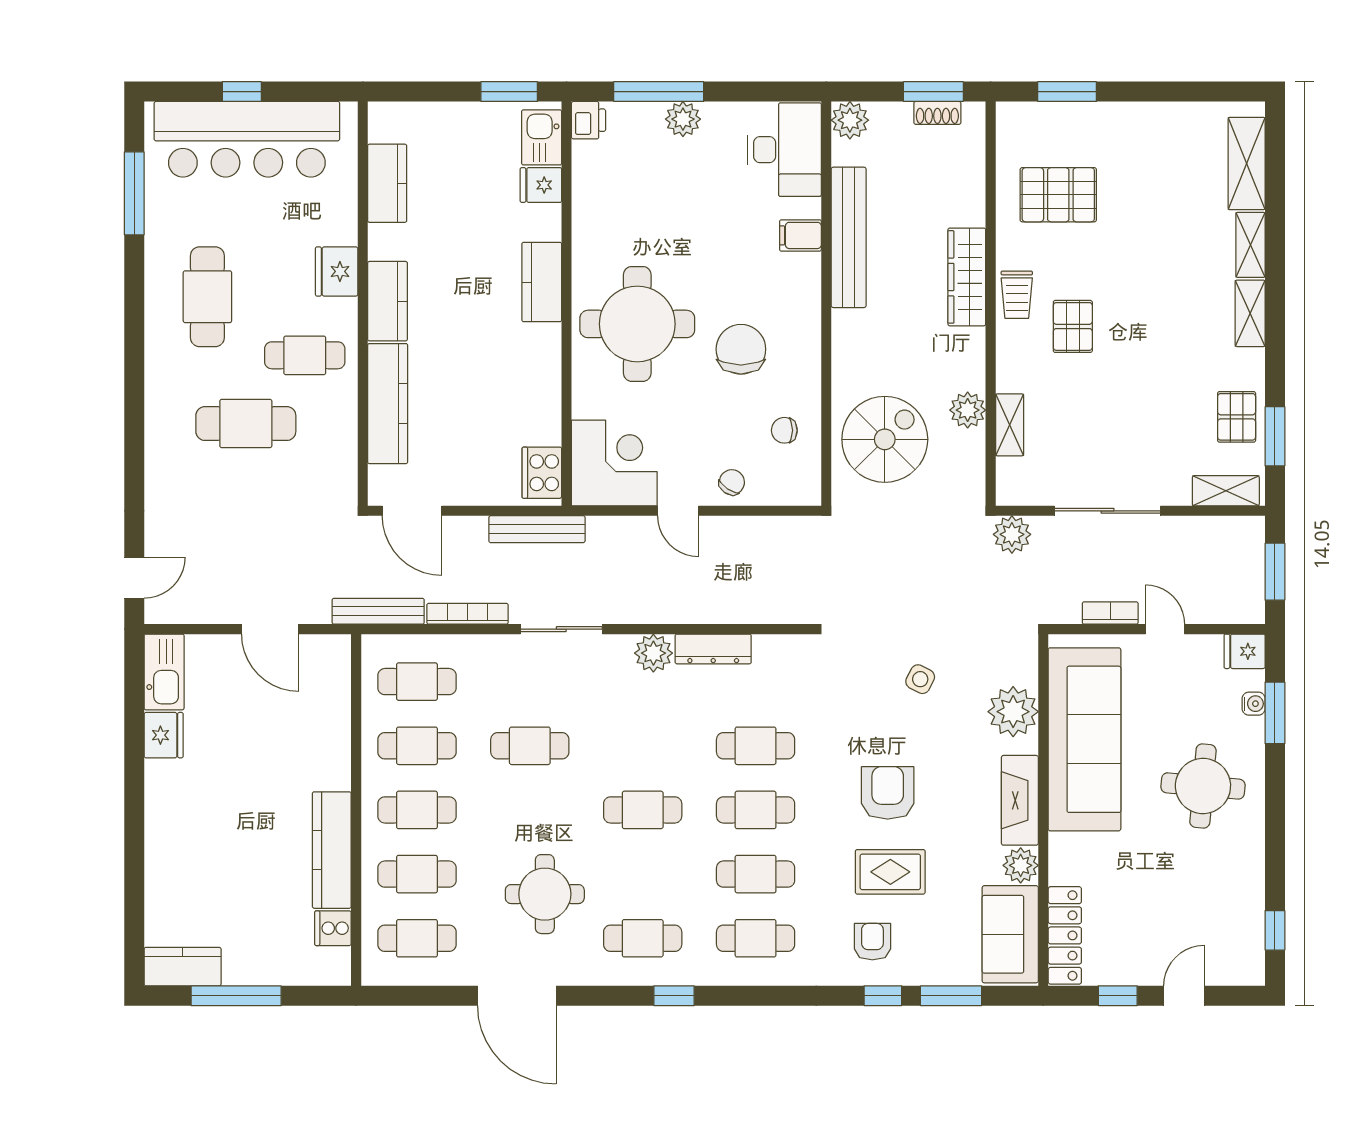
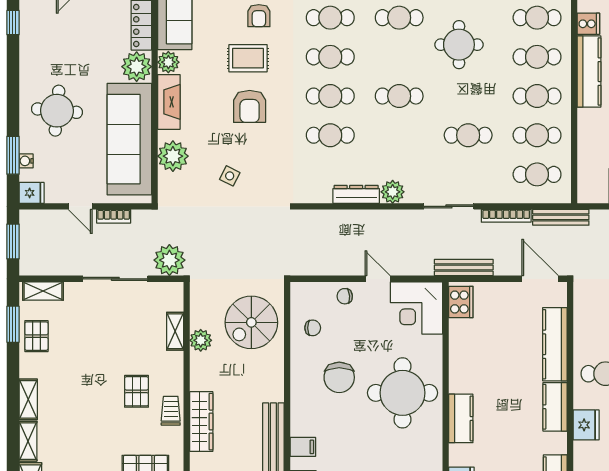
chair: (732, 482) -> (345, 296), turned 51
plant: (1012, 534) -> (169, 260), width x1.36, depth x1.36
plant: (1073, 858) -> (137, 67), added

